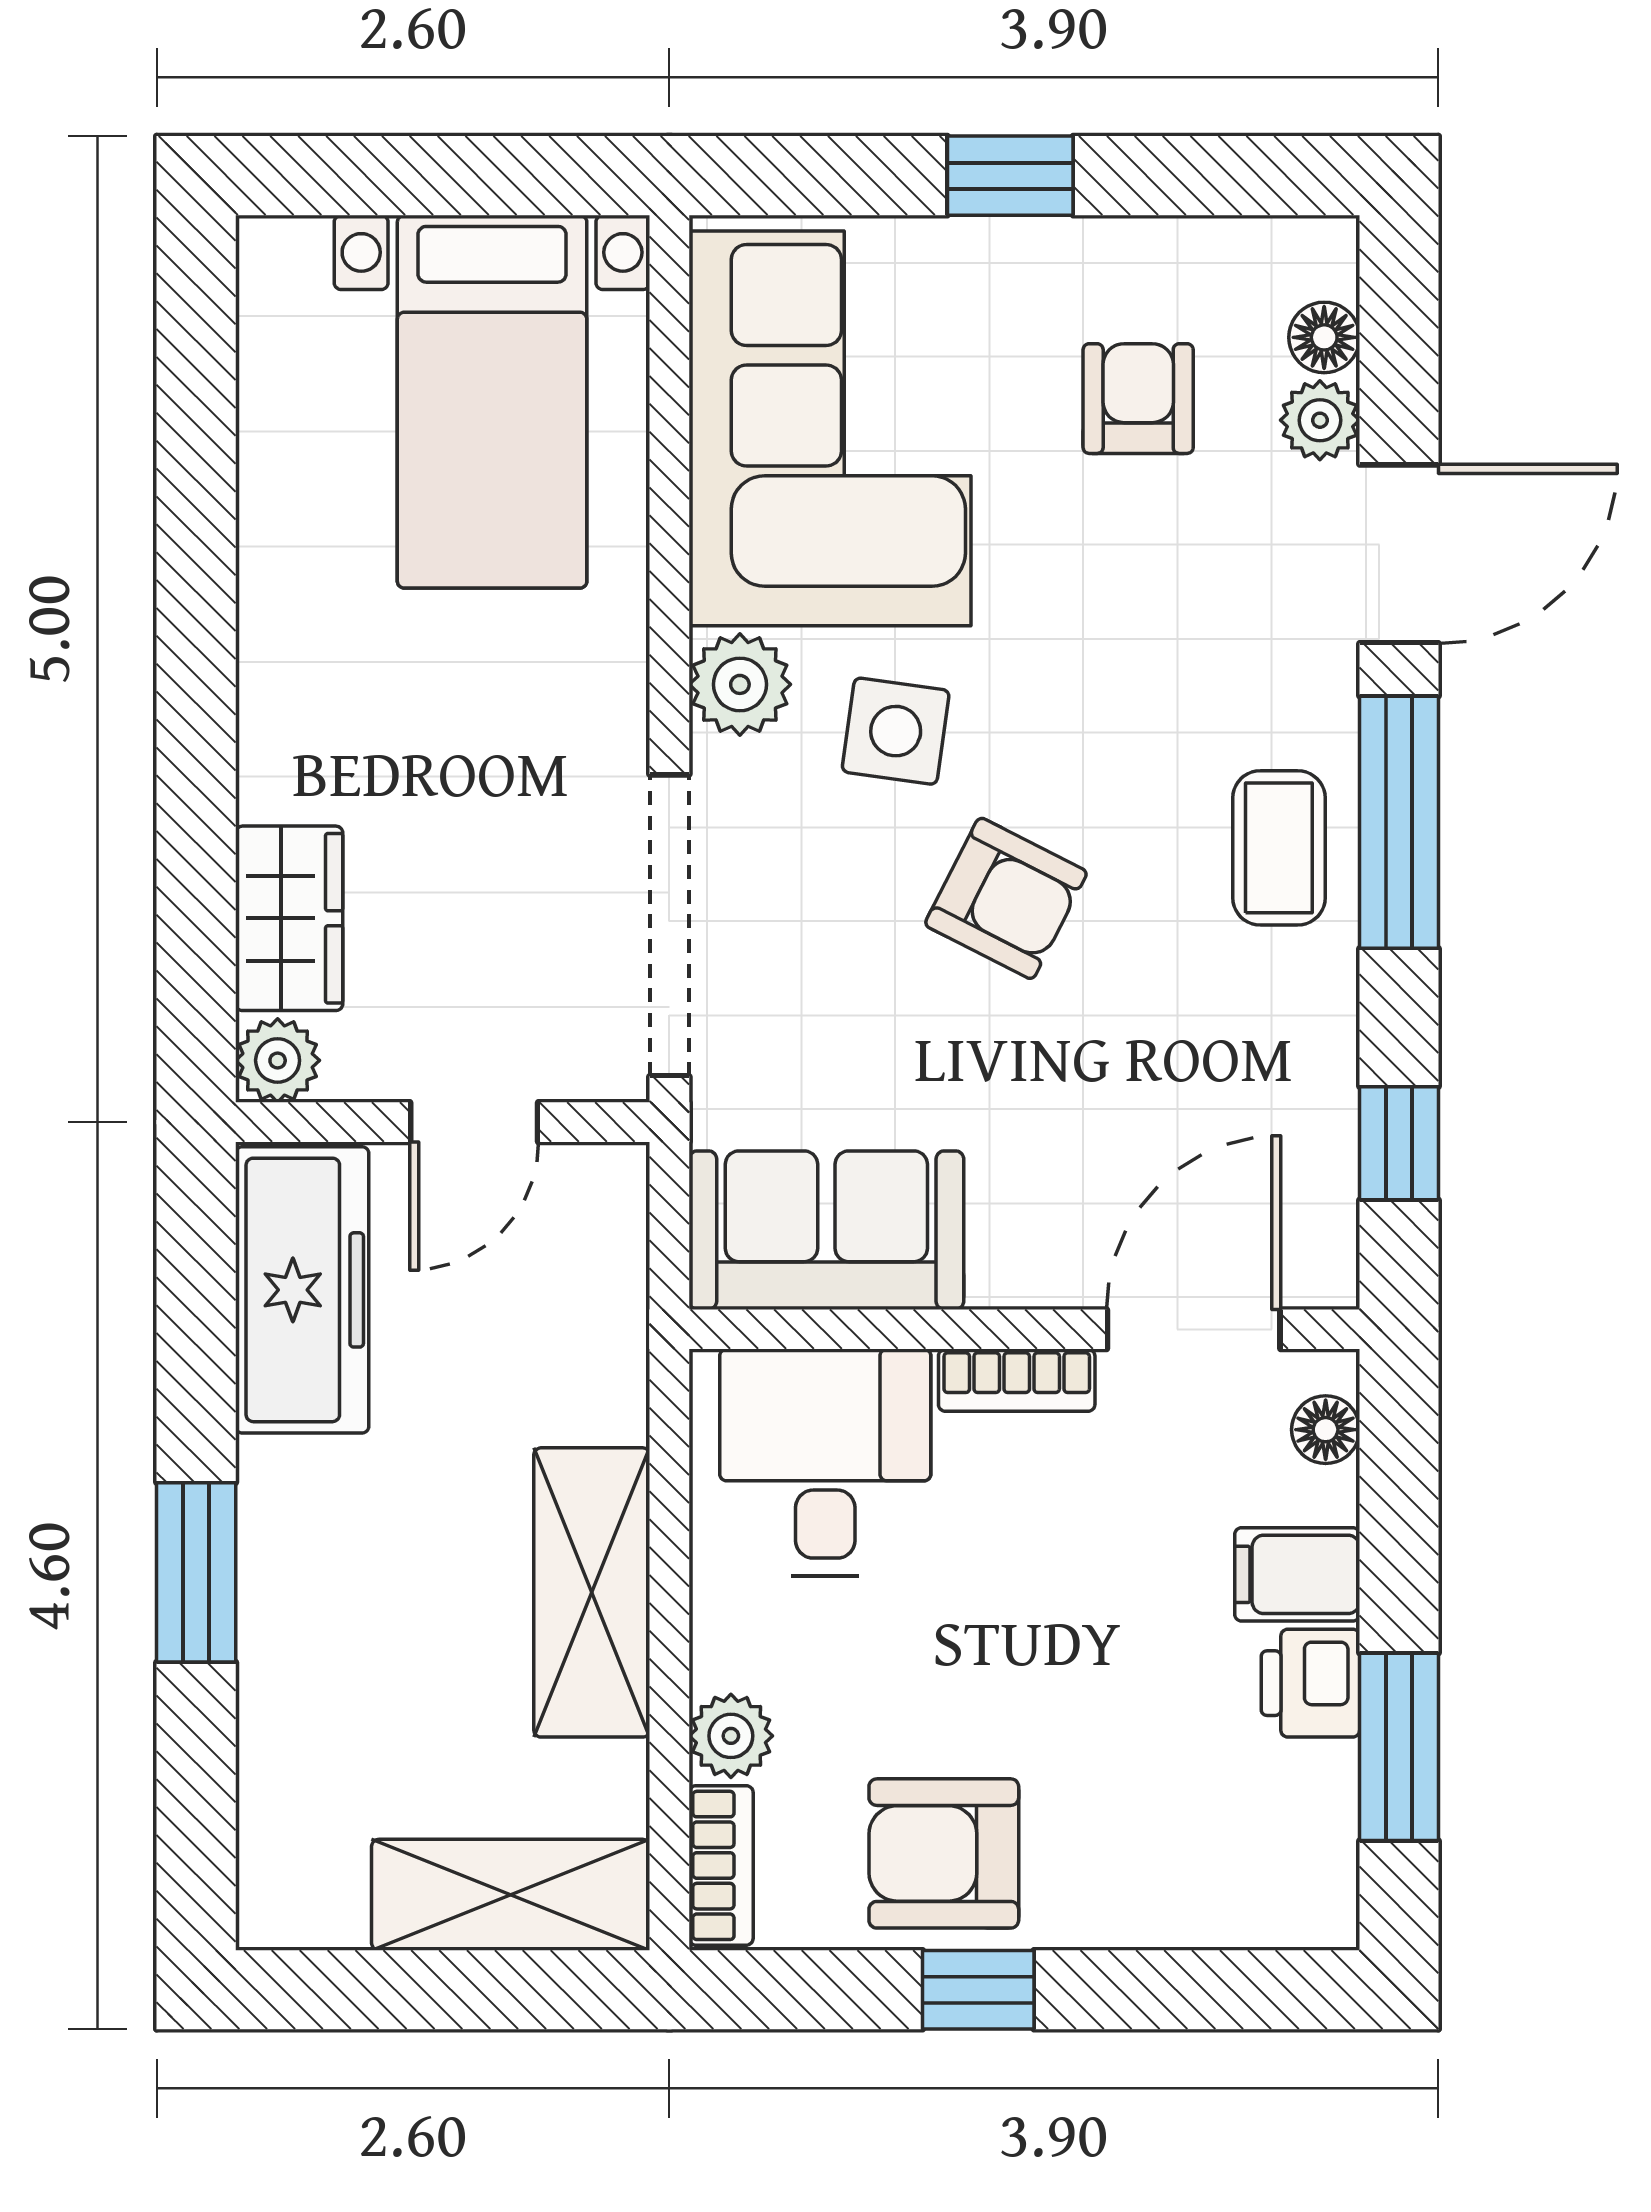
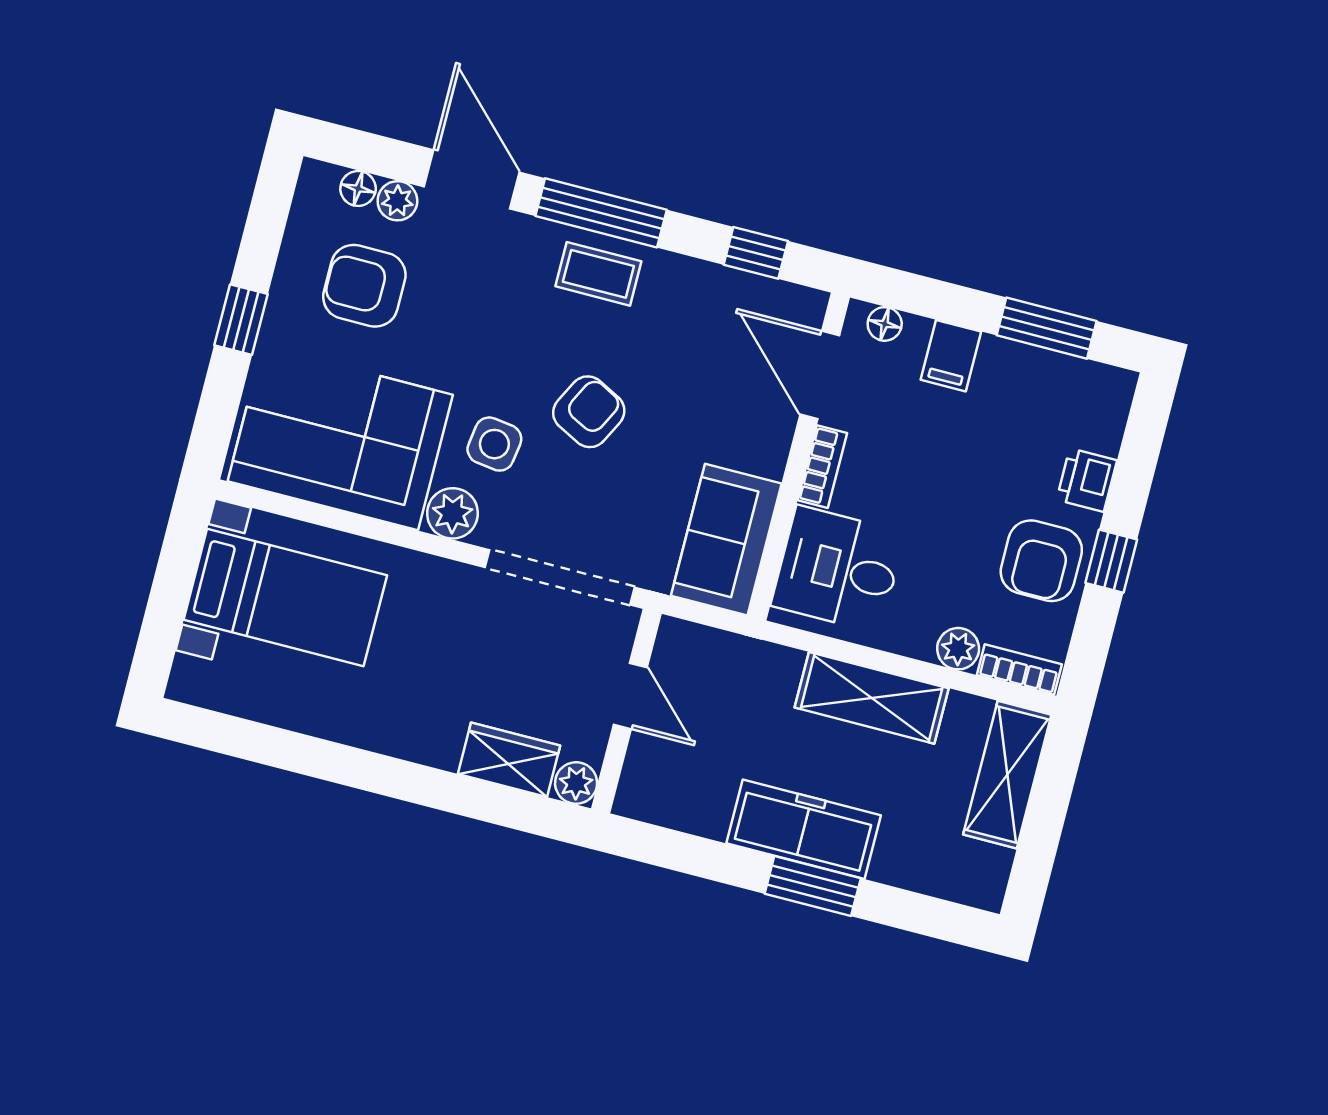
armchair: (1138, 399) -> (364, 286), width x1.38, depth x1.38
freezer: (302, 1290) -> (804, 829), moved
printer: (1310, 1683) -> (1087, 480), moved, turned 90

